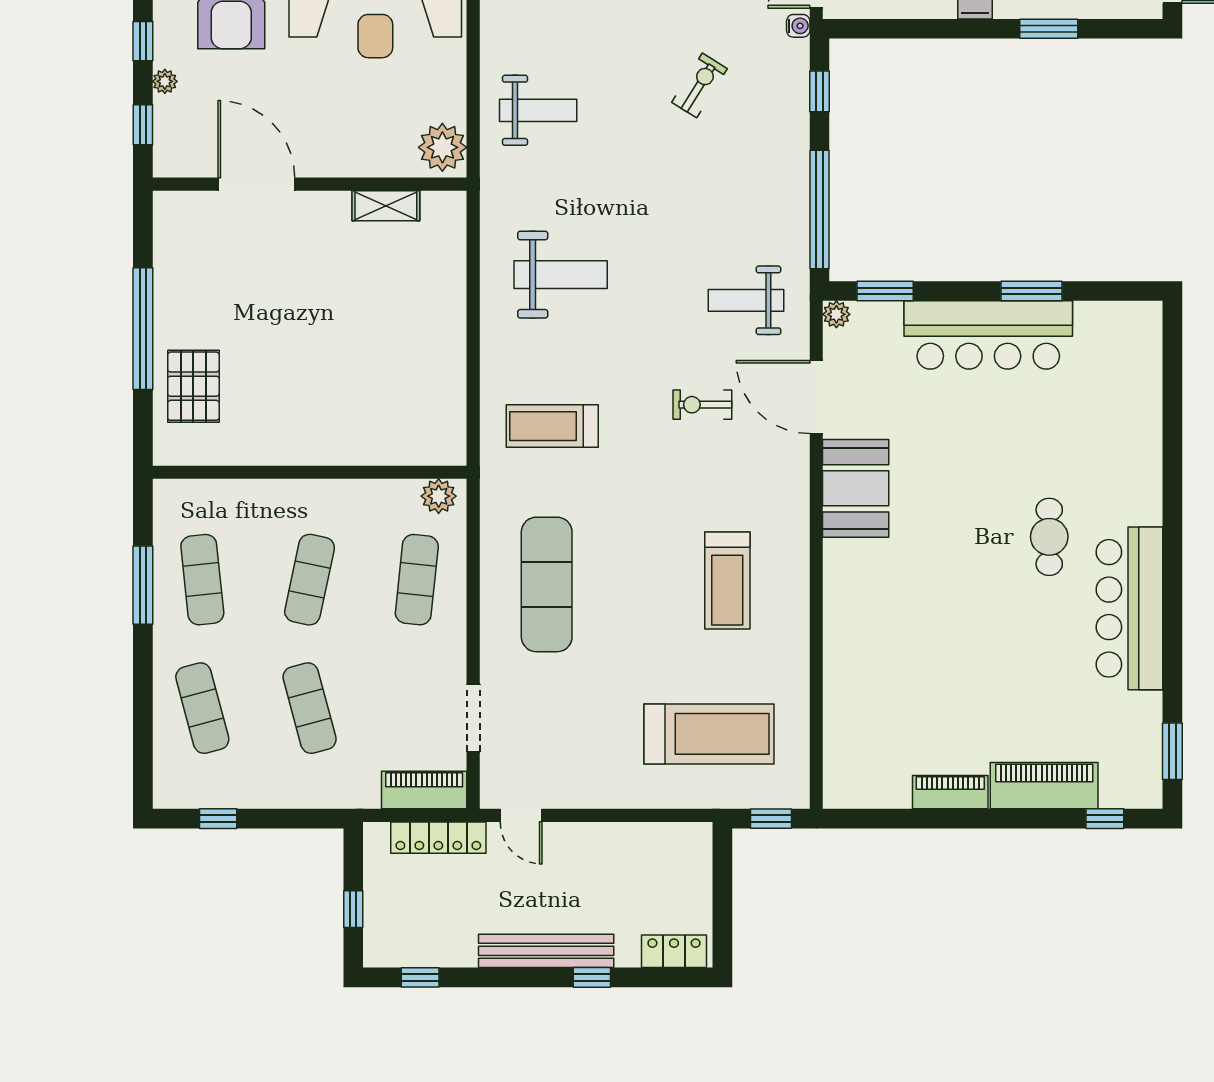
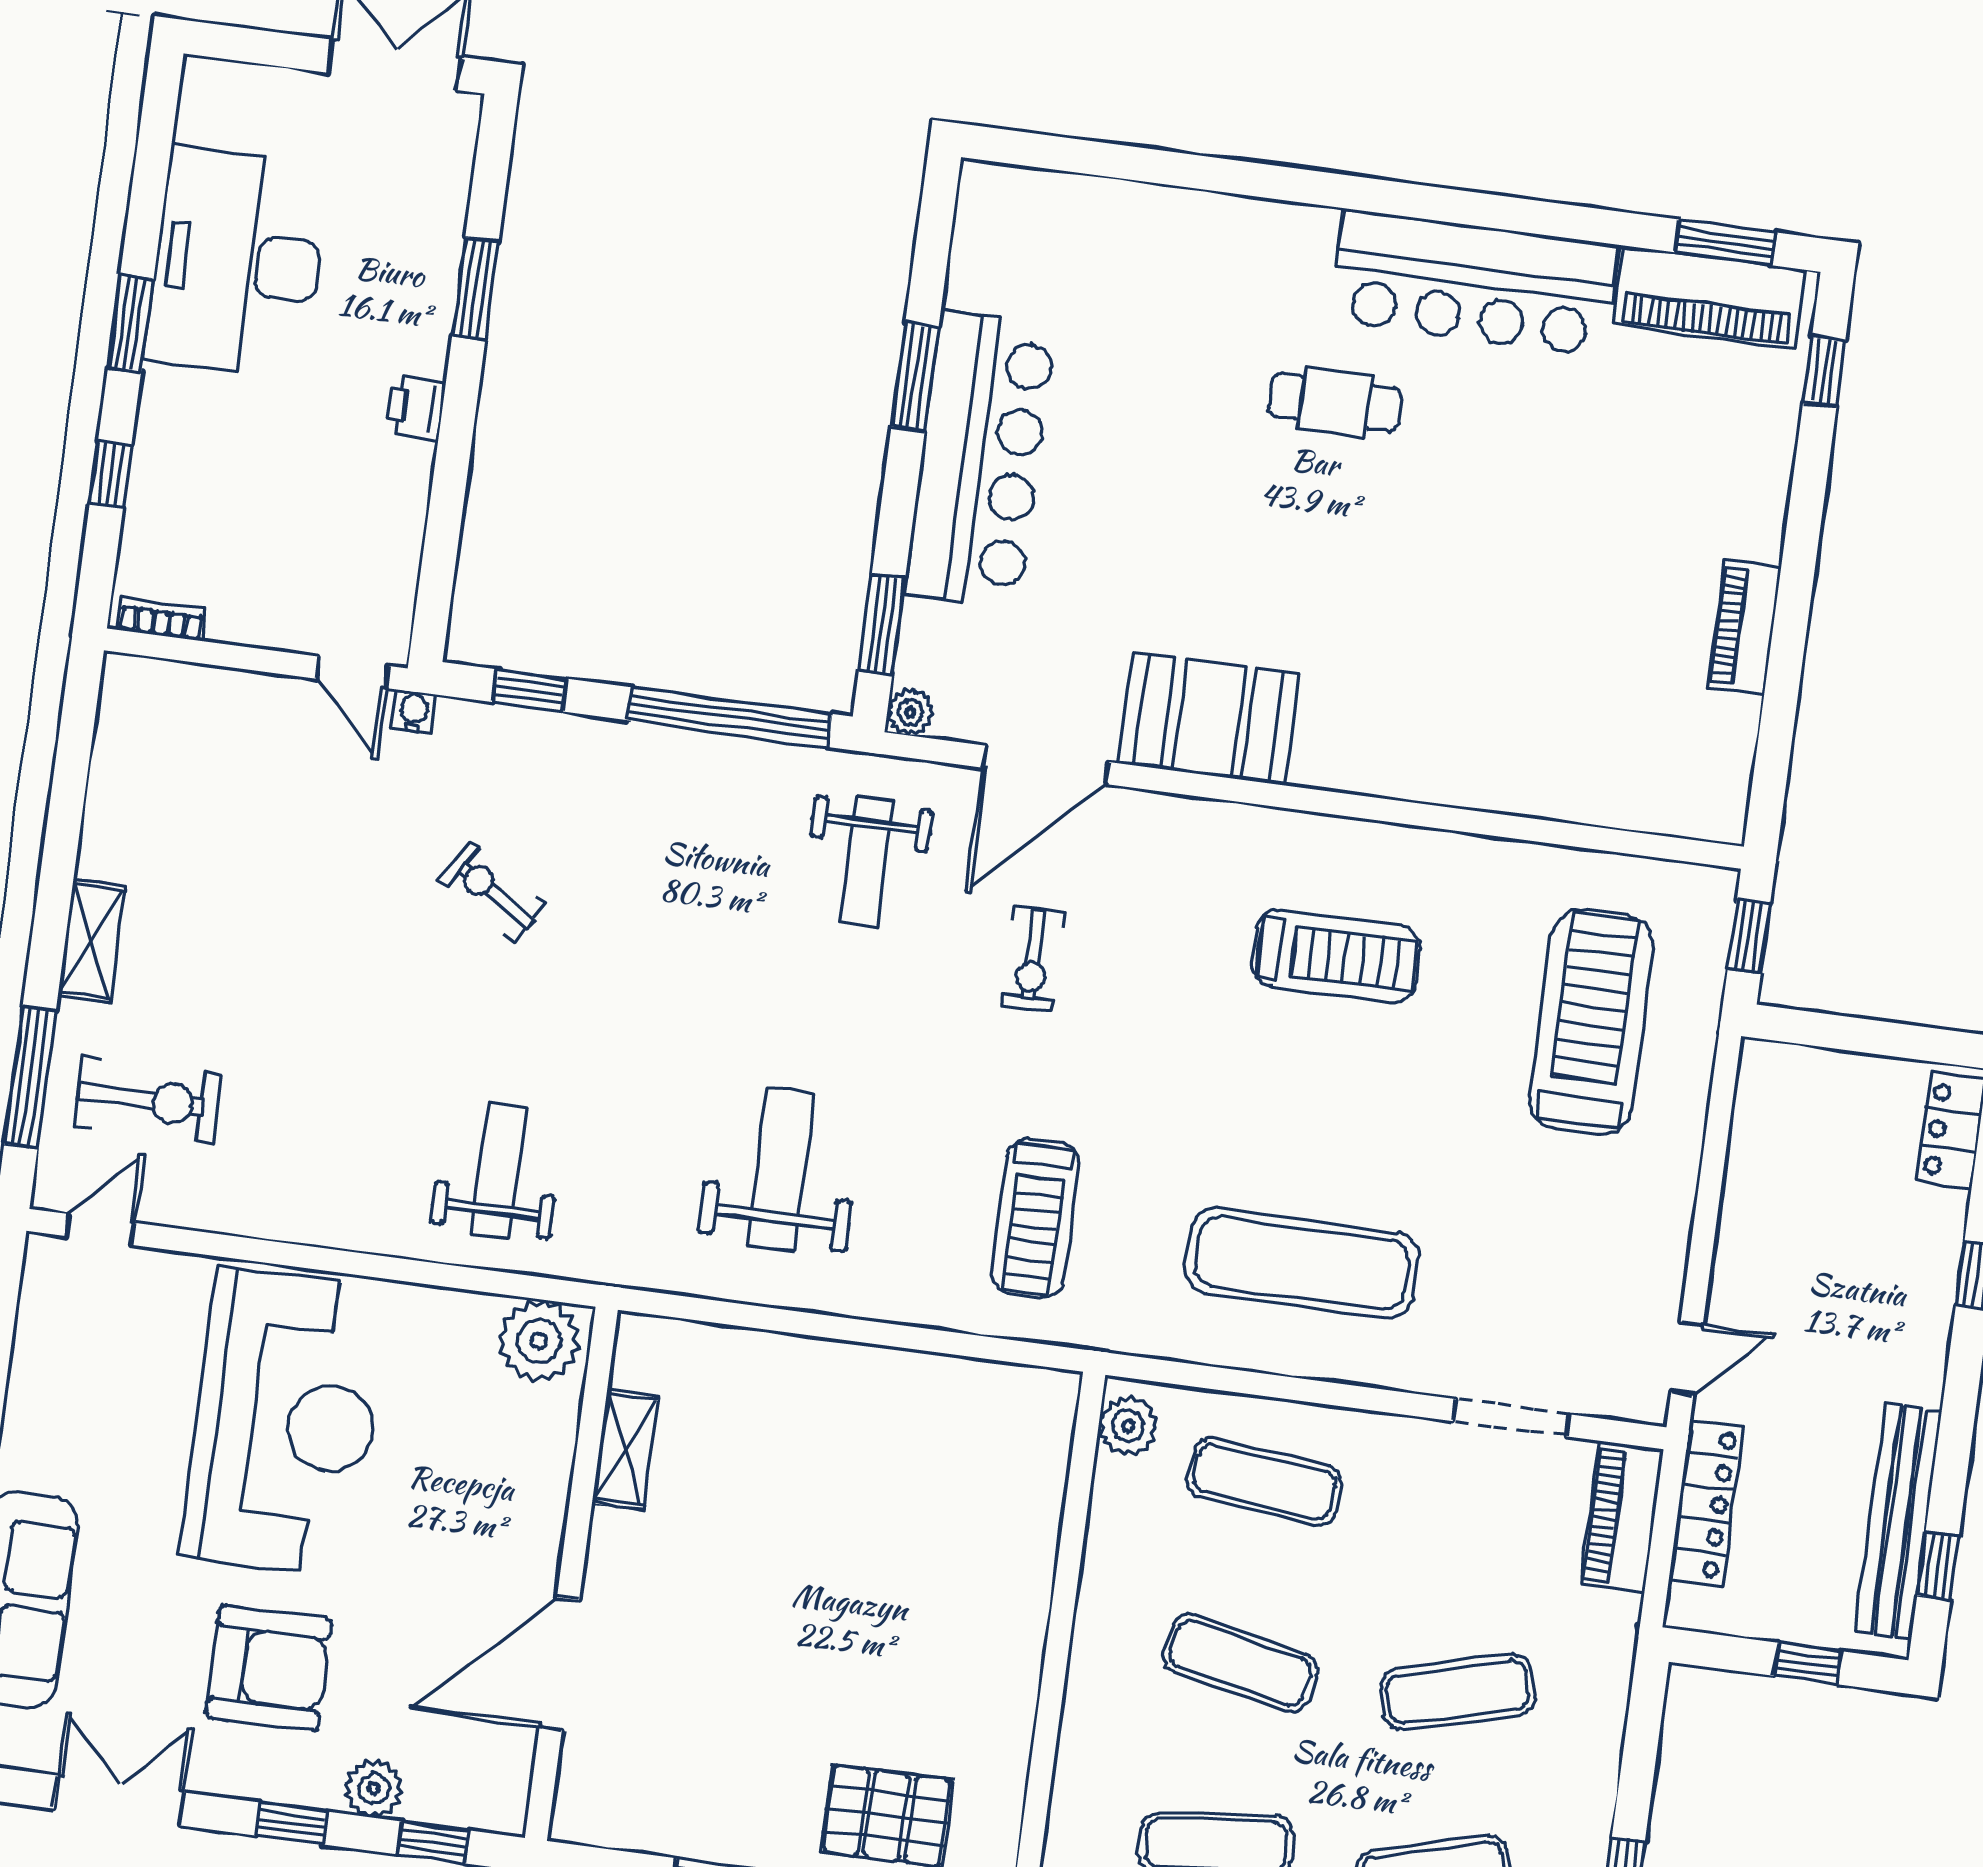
plant: (165, 81) -> (374, 1789), width x1.38, depth x1.38
piano: (1044, 786) -> (1709, 297), moved, turned -90
bench: (546, 951) -> (1898, 1521), moved

